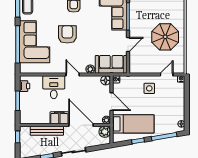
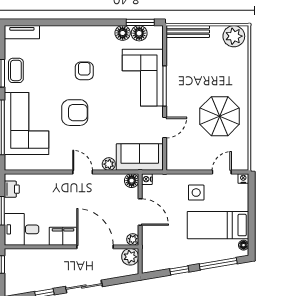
armchair: (67, 34) -> (75, 113), turned 90
desk: (54, 87) -> (21, 229), moved, turned -90
bed: (133, 124) -> (218, 225), moved, turned 180
bench: (47, 131) -> (44, 255), removed

